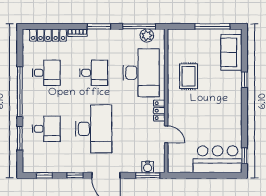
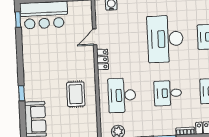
desk: (141, 73) -> (122, 95), width x0.73, depth x0.77
door: (166, 134) -> (95, 37), hinge flipped

